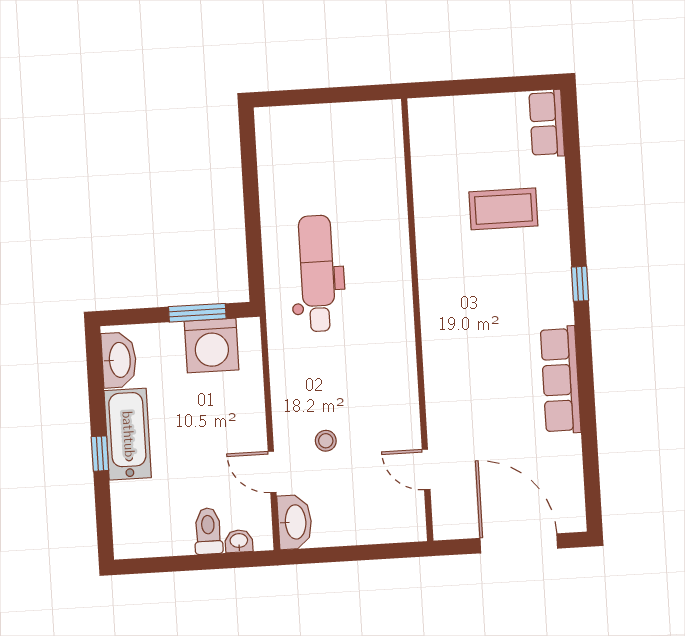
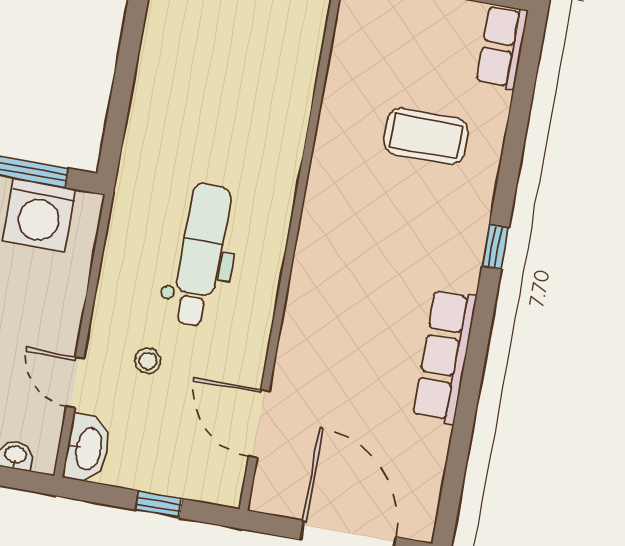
dental chair: (317, 273) -> (201, 255), moved
door: (426, 469) -> (259, 424), width x1.38
window: (362, 553) -> (159, 504), added

